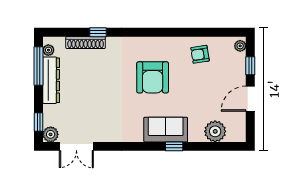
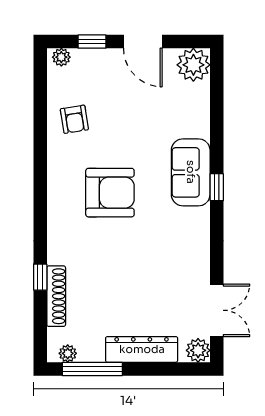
dresser: (51, 80) -> (142, 349), moved
window: (38, 122) -> (179, 369), removed
plant: (215, 131) -> (193, 65), moved
window: (174, 146) -> (217, 187), moved

